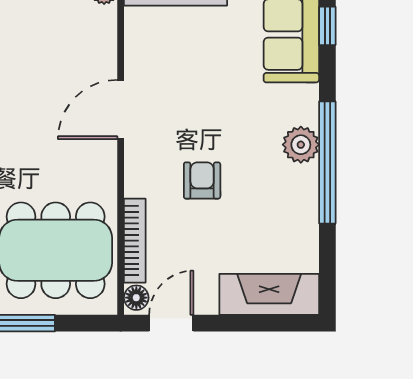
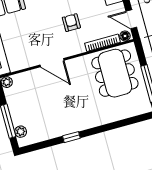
armchair: (202, 180) -> (71, 23), turned 90

